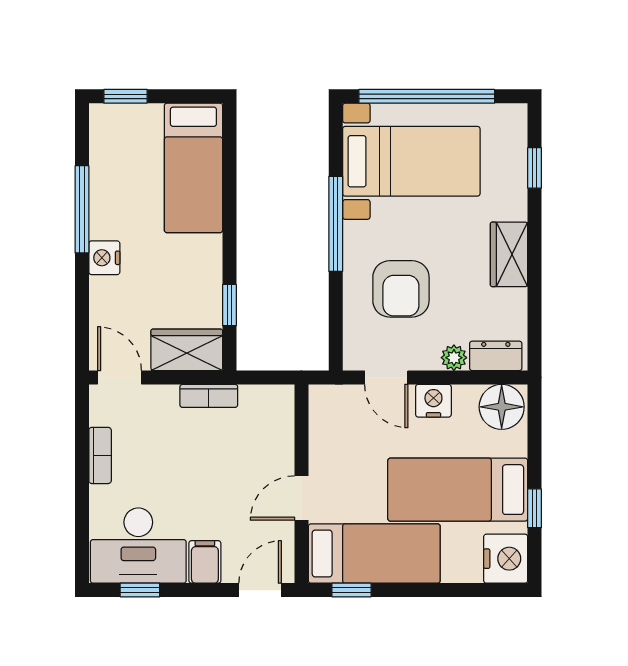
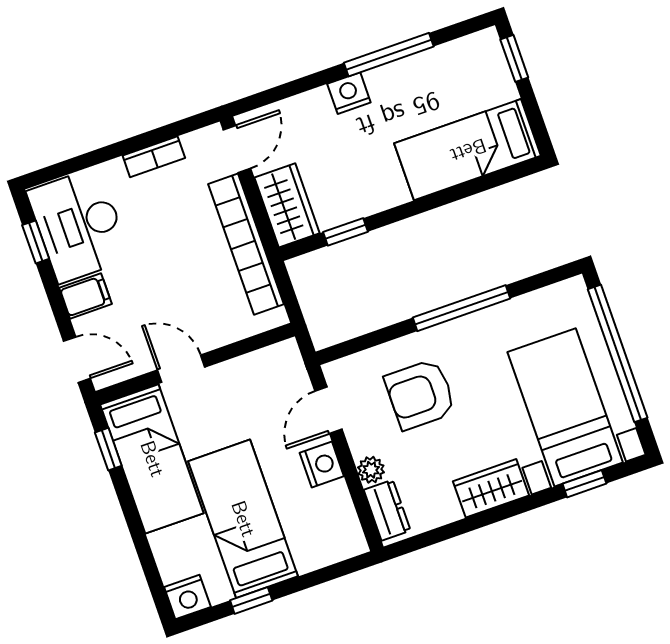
bed with nightstands: (411, 161) -> (565, 407), moved, turned 180
bookcase: (209, 396) -> (246, 244), width x2.31, depth x1.31
floor lamp: (502, 407) -> (339, 533), removed
nightstand: (506, 559) -> (187, 597), width x0.74, depth x0.75

